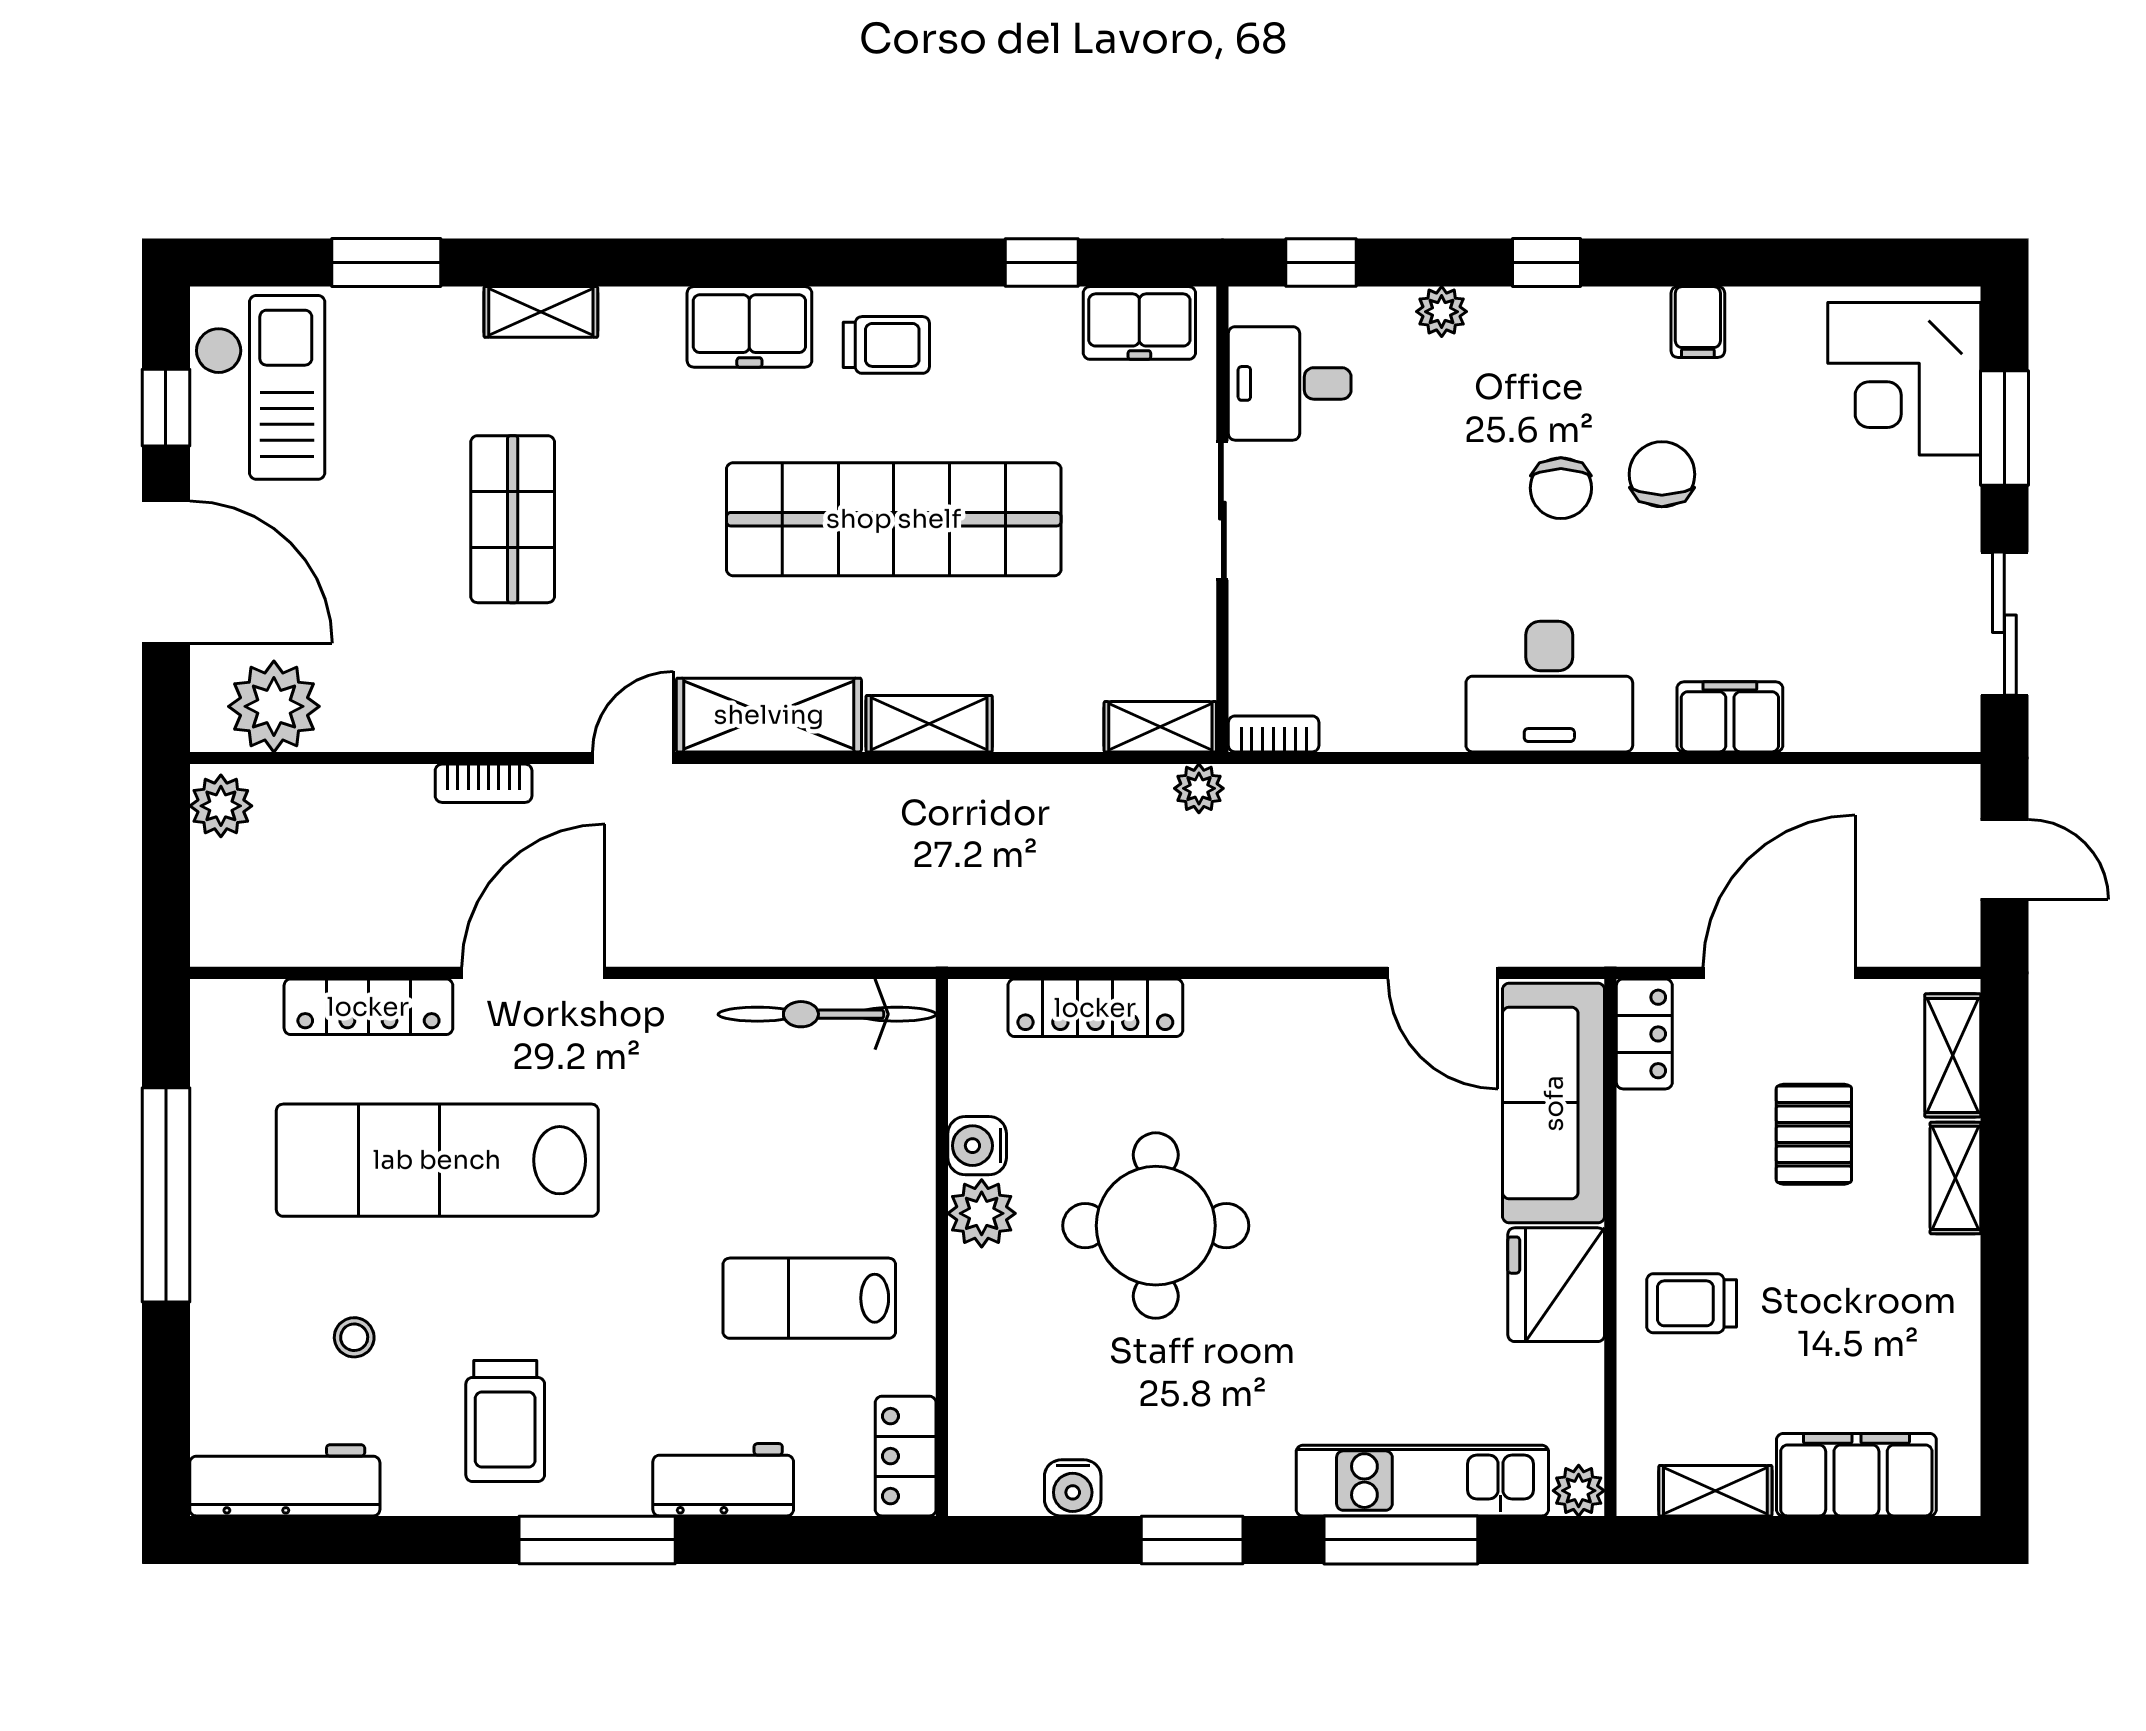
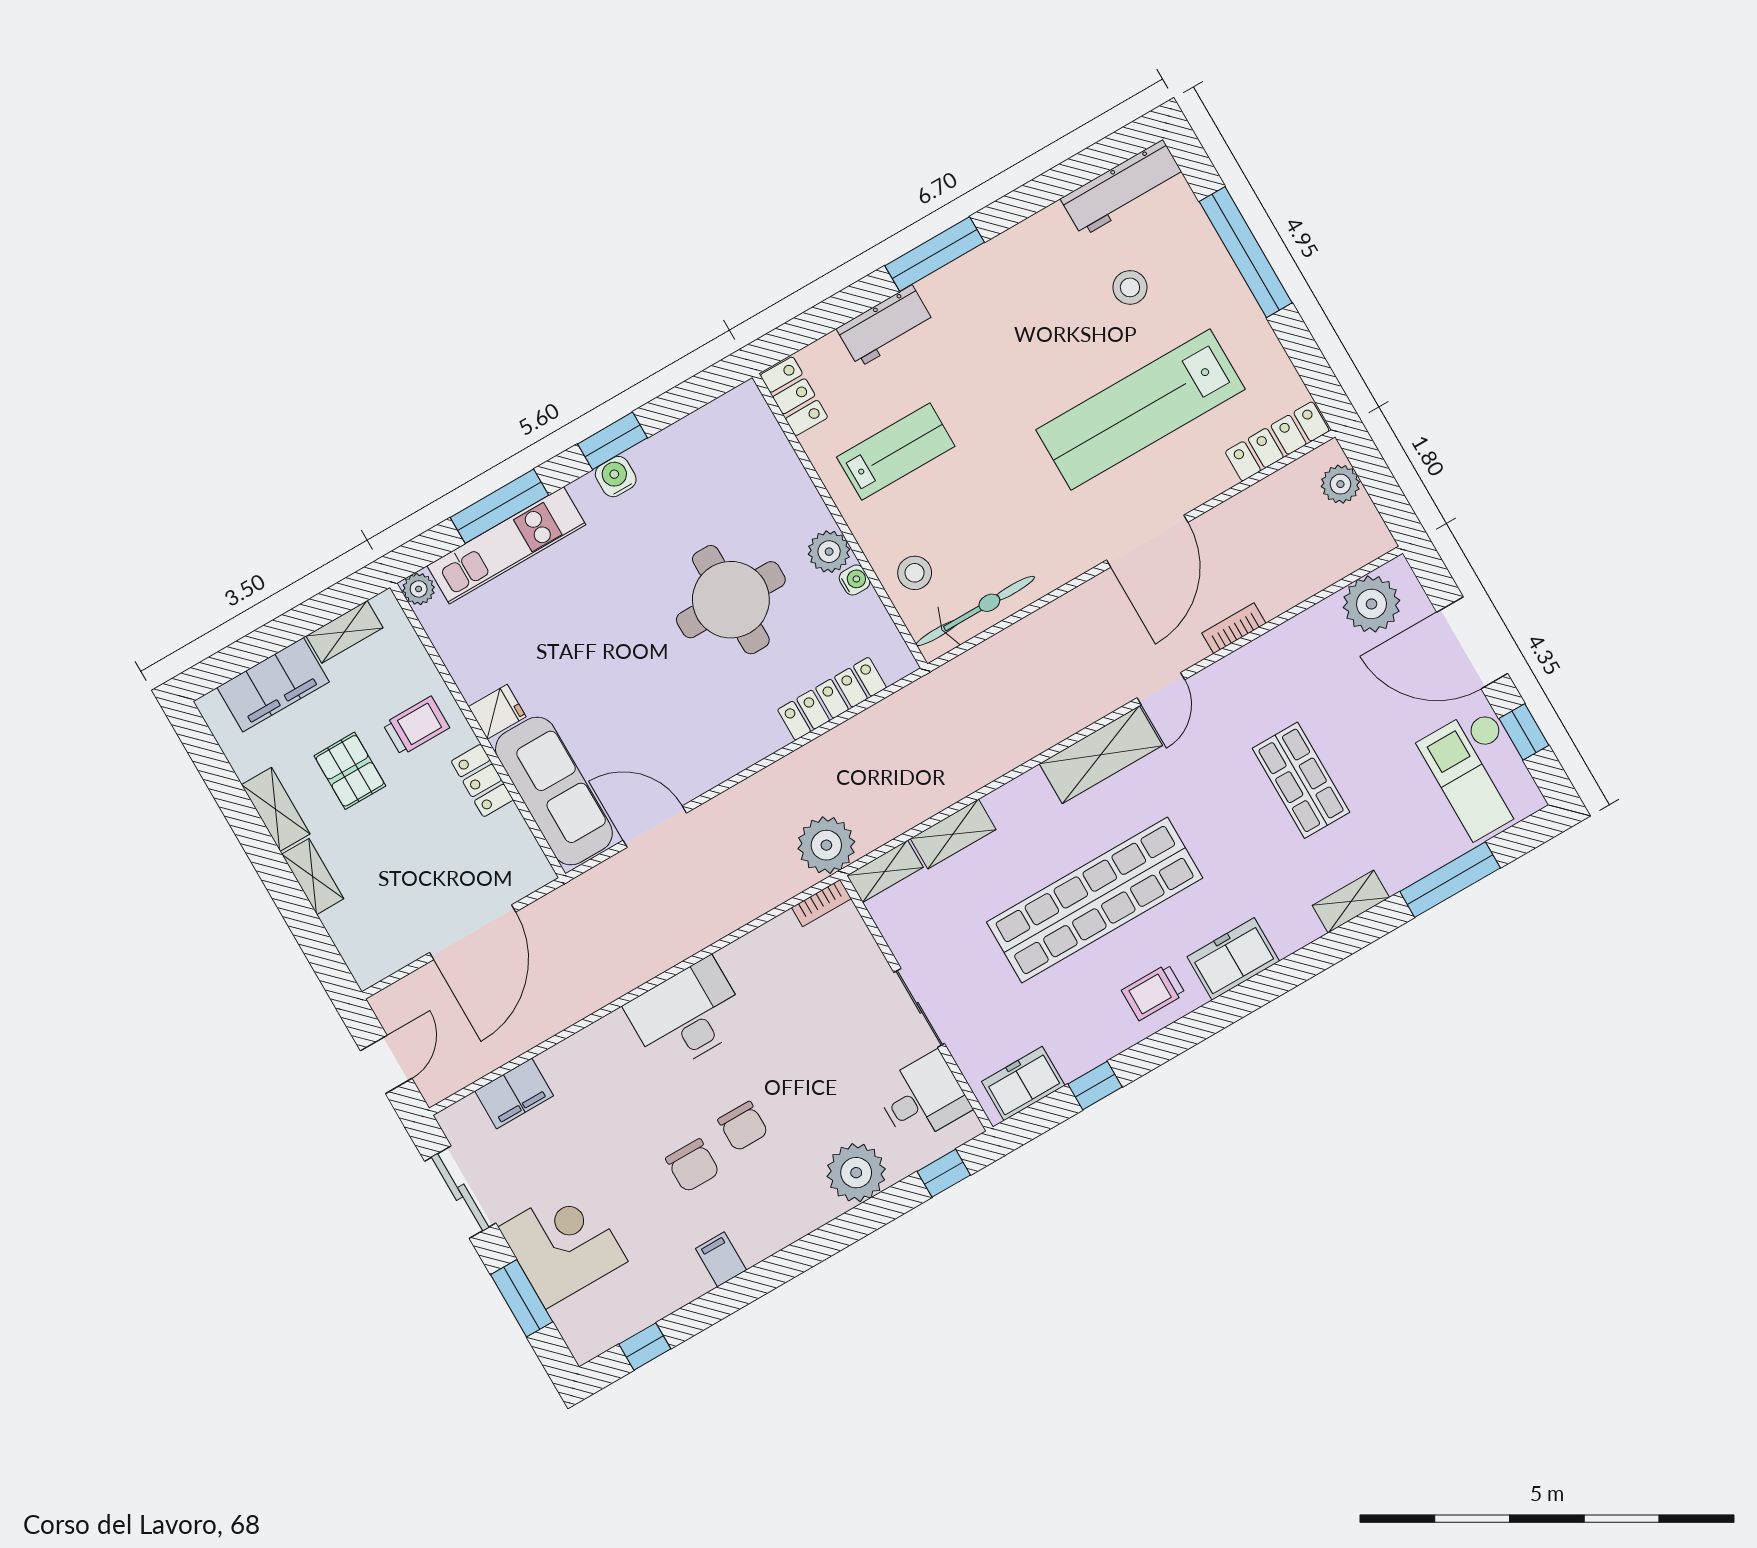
window: (386, 263) -> (1450, 880), width x1.44
window: (1546, 263) -> (645, 1346), moved
plant: (1442, 312) -> (856, 1173), width x1.88, depth x1.88
corner desk: (1904, 379) -> (563, 1244), moved
chair: (1561, 488) -> (743, 1126), turned 180
filing cabinet: (1730, 717) -> (514, 1093), moved
shelving: (929, 724) -> (953, 834), moved
plant: (1199, 788) -> (826, 845), width x1.87, depth x1.87
plant: (221, 806) -> (1340, 484), moved
door: (2004, 859) -> (386, 1065), swing flipped
locker: (368, 1007) -> (1277, 441), moved
locker: (1644, 1034) -> (482, 780), moved
shelving: (1953, 1055) -> (276, 809), moved
stool: (880, 1116) -> (915, 573), added
pallet: (1814, 1134) -> (350, 771), moved
water cooler: (977, 1146) -> (855, 580), width x0.72, depth x0.72
lab bench: (437, 1160) -> (1141, 410), turned 180
window: (166, 1195) -> (1246, 252), moved
fridge: (1556, 1285) -> (497, 712), width x0.53, depth x0.75
stool: (354, 1337) -> (1130, 287), width x1.37, depth x1.37
trolley: (505, 1421) -> (1022, 290), removed
water cooler: (1073, 1488) -> (616, 477), moved

